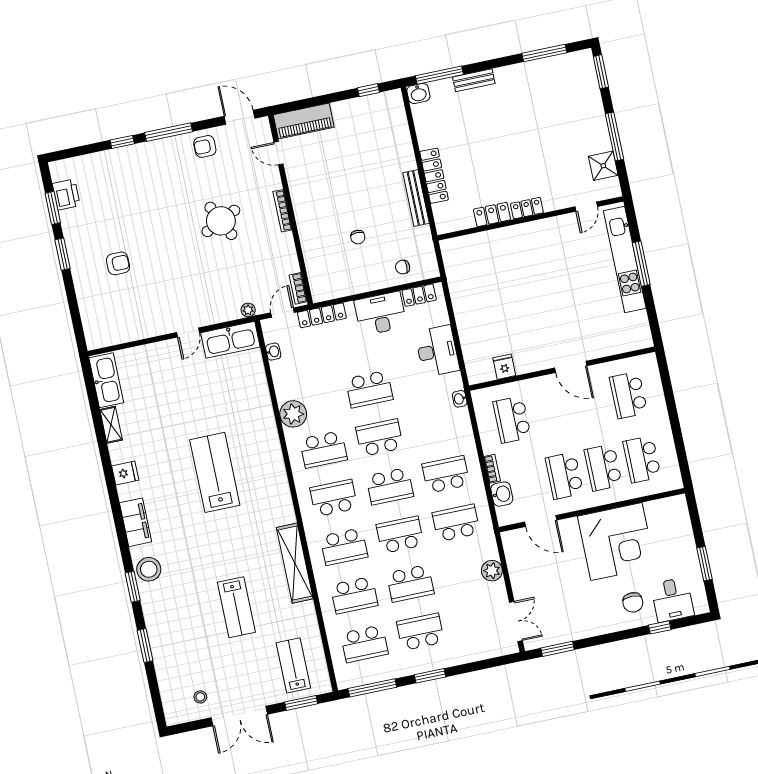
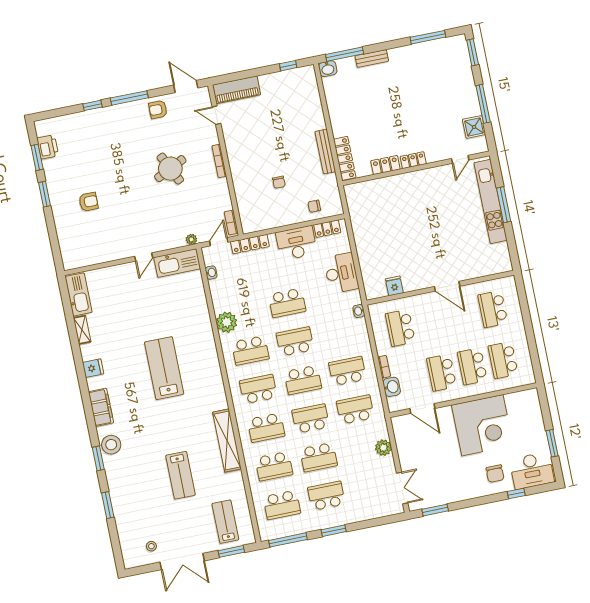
locker: (434, 176) -> (345, 158), moved
desk: (672, 600) -> (532, 471), width x1.37

